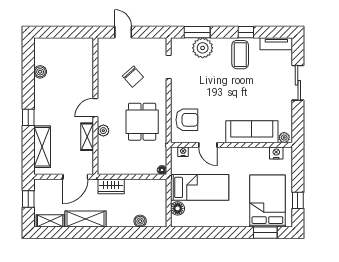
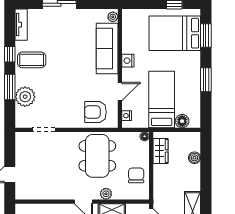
window: (197, 32) -> (10, 87), moved
chair: (133, 77) -> (136, 175), moved, turned -48
armchair: (187, 120) -> (95, 112), turned -90
dining table: (142, 122) -> (97, 156), width x1.38
nightstand: (276, 153) -> (128, 61), moved
wardrobe: (111, 186) -> (160, 151), moved
window: (220, 233) -> (206, 80), added

